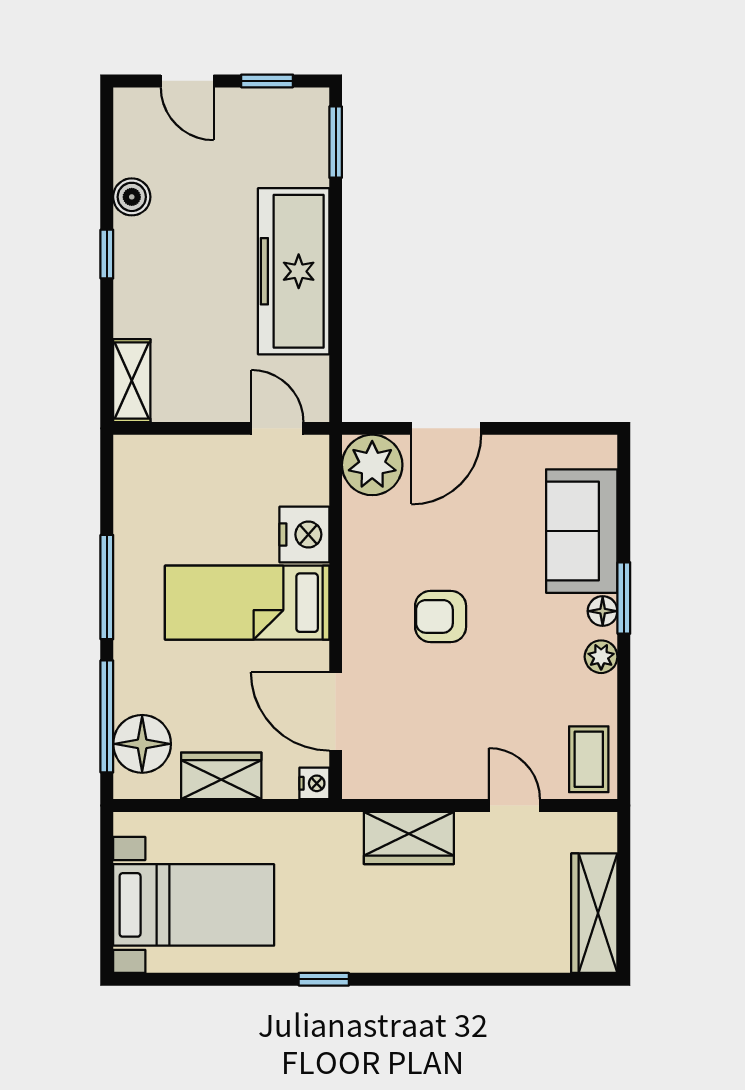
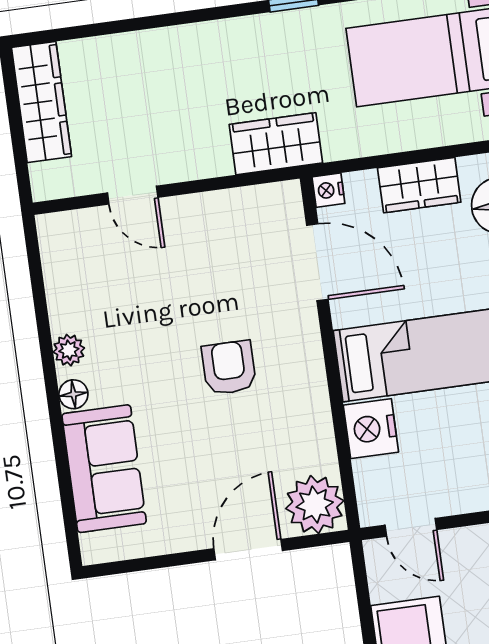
window: (624, 598) -> (55, 410), removed
armchair: (441, 616) -> (229, 368), turned -90
coffee table: (589, 759) -> (67, 250), removed
wardrobe: (409, 838) -> (276, 144), moved

